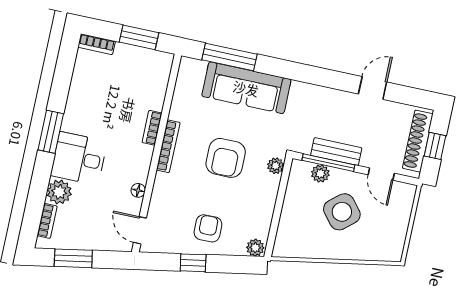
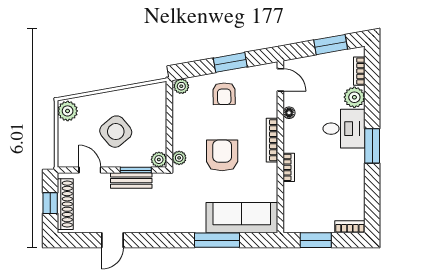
window: (230, 57) -> (217, 240), moved
sofa: (246, 88) -> (242, 218), moved
bookcase: (168, 146) -> (272, 140), moved
window: (328, 163) -> (136, 170), width x0.69
plant: (320, 174) -> (159, 160), moved
plant: (392, 247) -> (68, 111), added
window: (193, 263) -> (230, 62), width x1.50

